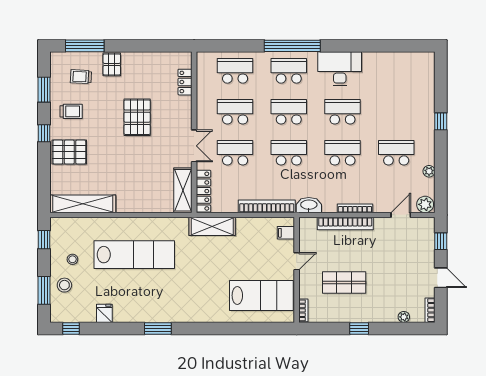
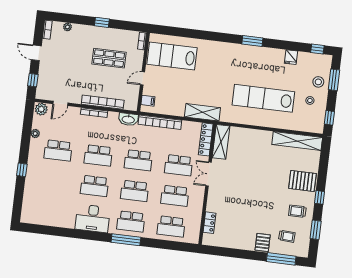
window: (292, 46) -> (126, 240), width x0.68
pallet: (137, 117) -> (249, 201), removed

